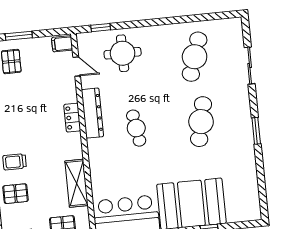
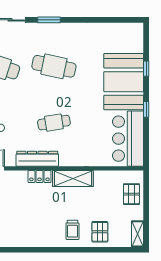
window: (256, 131) -> (49, 20), moved
shelving: (77, 183) -> (73, 178), moved

